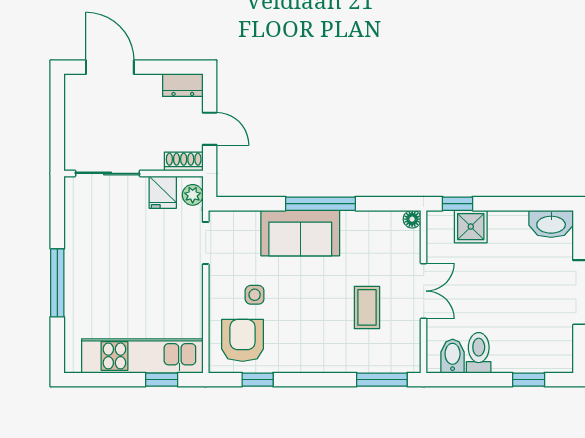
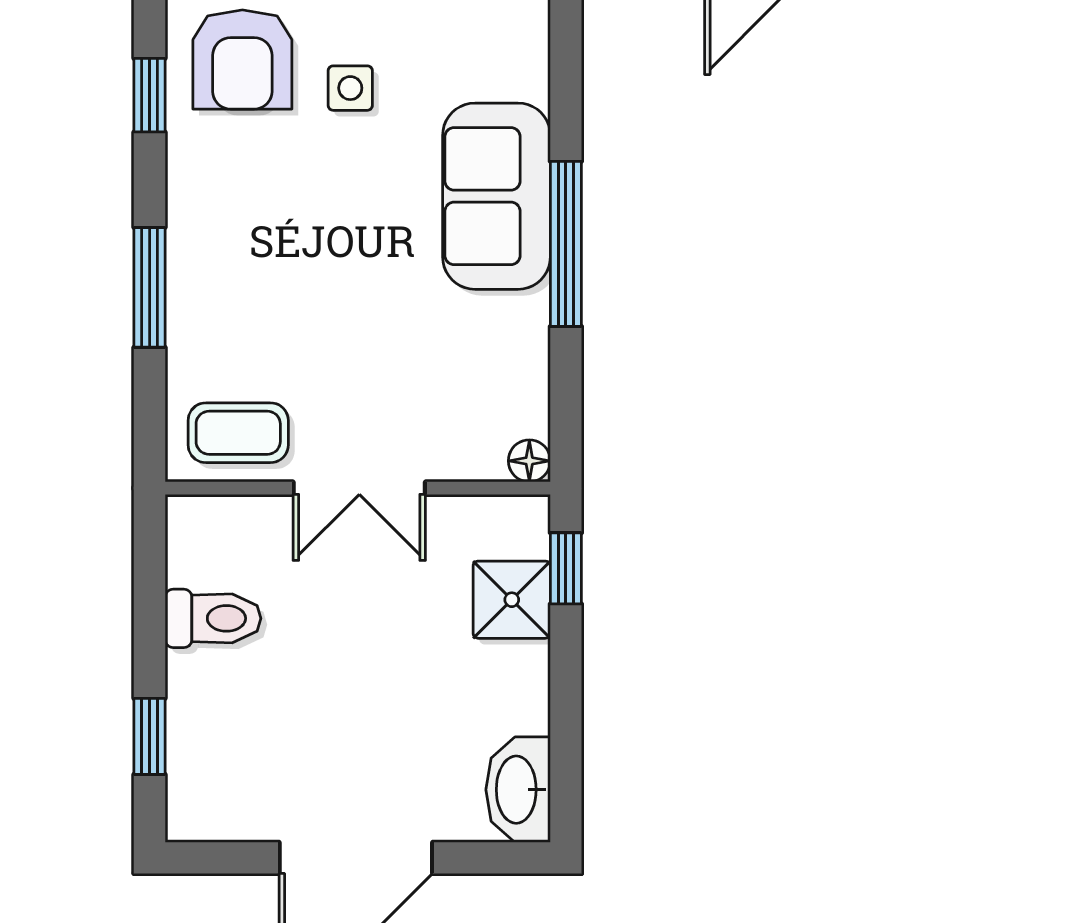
coffee table: (367, 307) -> (238, 433), moved
armchair: (243, 340) -> (242, 60), turned 90
bidet: (453, 356) -> (205, 557), removed
window: (382, 380) -> (150, 287), moved

